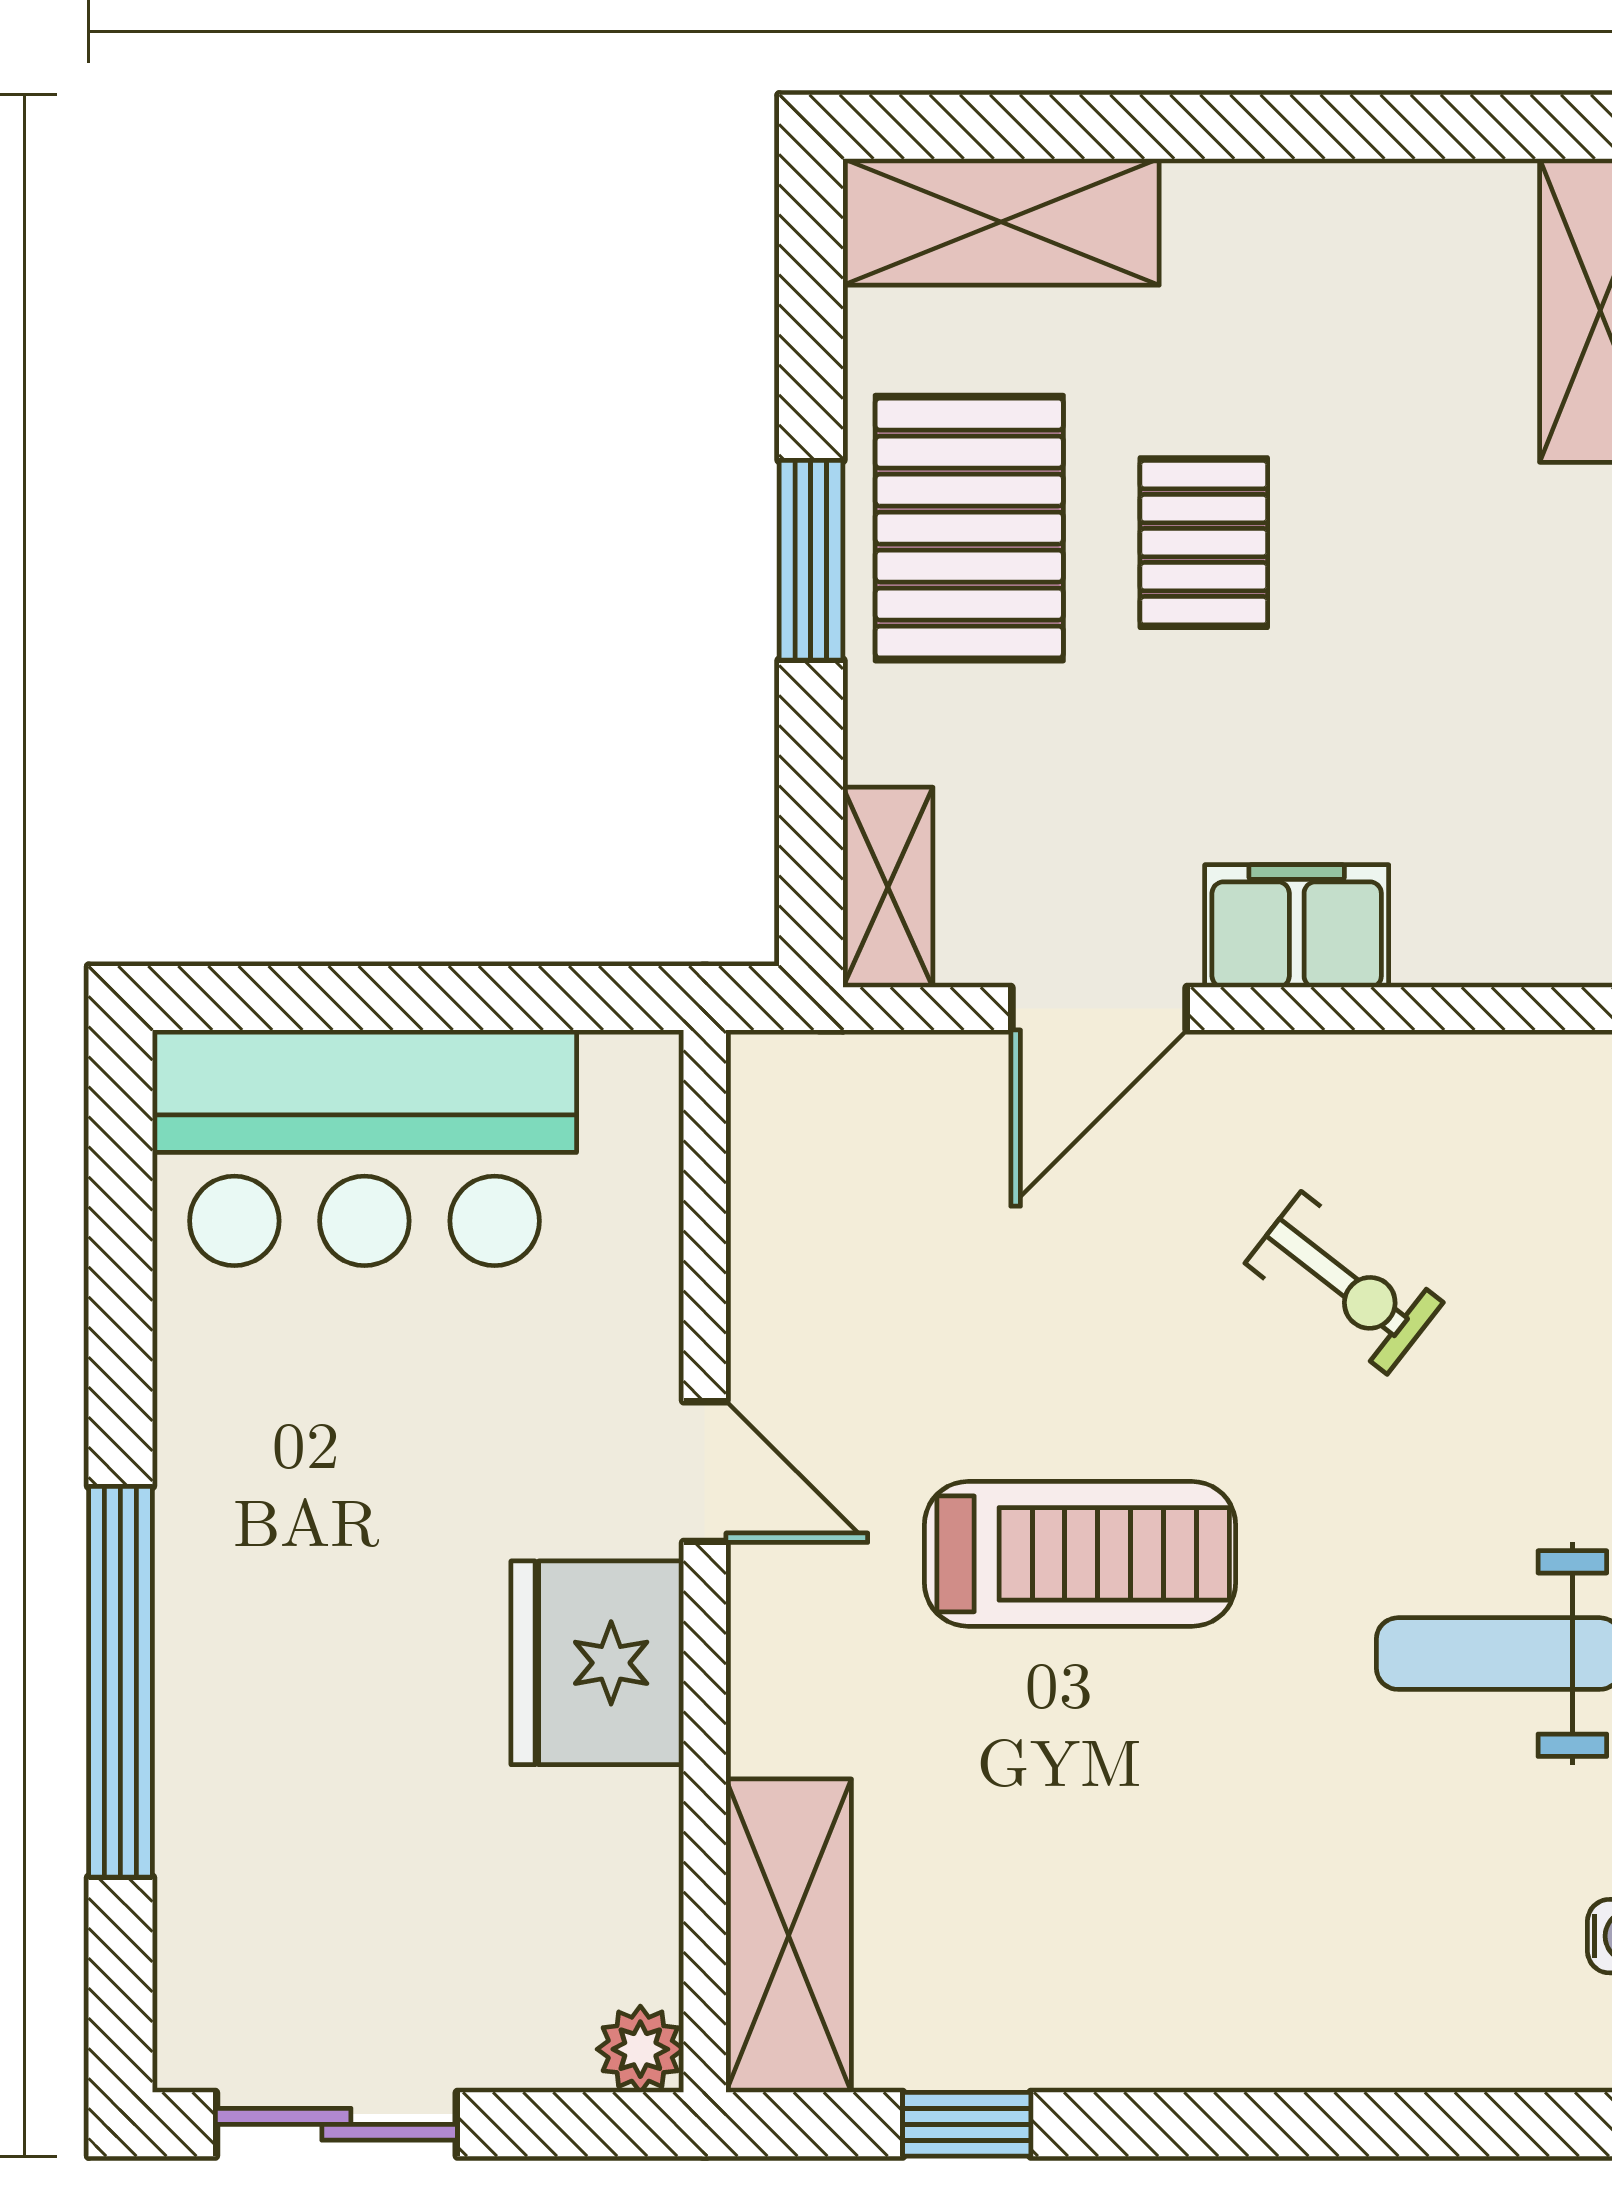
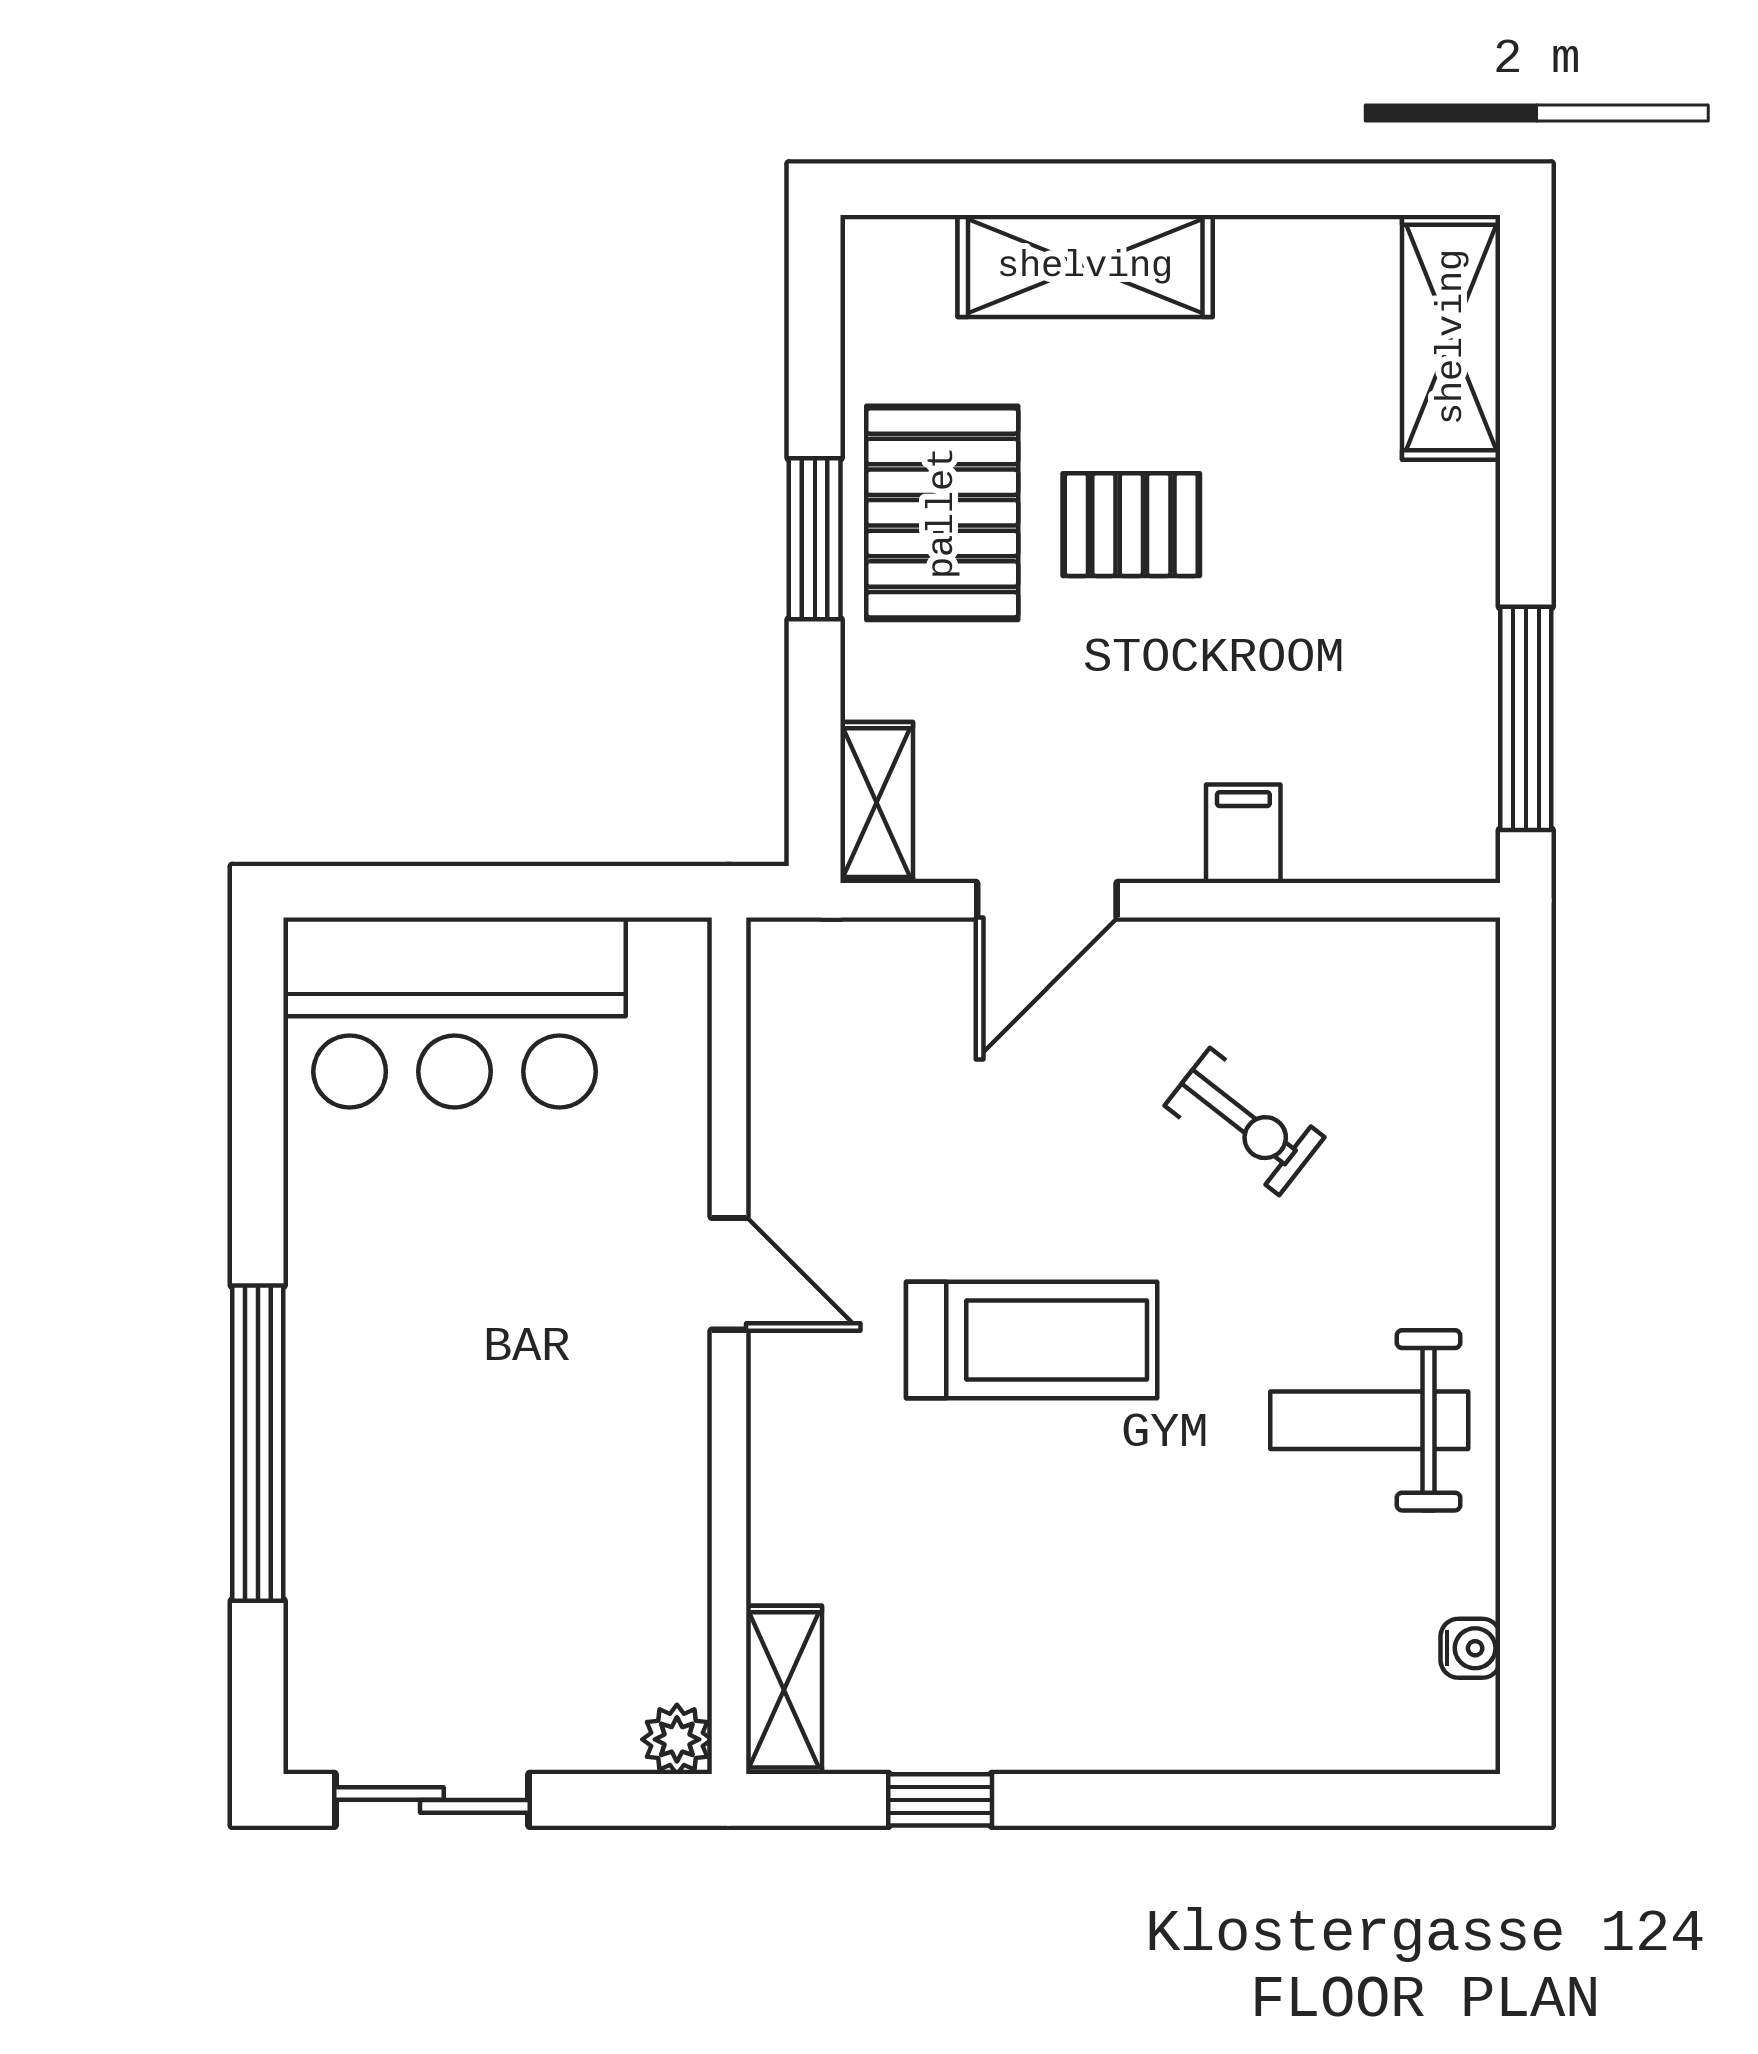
shelving: (1001, 222) -> (1085, 266), moved
pallet: (1204, 543) -> (1131, 525), turned 90
filing cabinet: (1297, 926) -> (1243, 834), width x0.50
fridge: (597, 1663) -> (642, 1428), removed
shelving: (789, 1936) -> (784, 1690), width x0.67, depth x0.75

